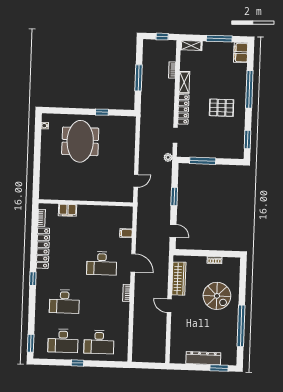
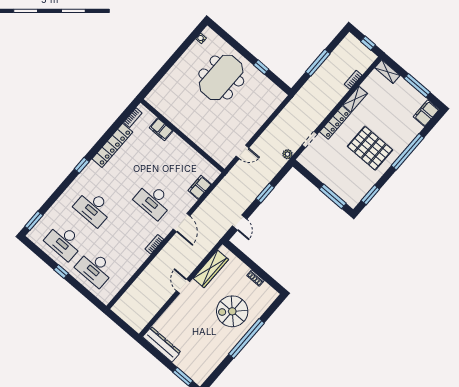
pallet: (221, 108) -> (370, 148), width x1.37, depth x1.41
window: (203, 161) -> (333, 196), moved
filing cabinet: (126, 233) -> (200, 187), width x2.00
spiral stairs: (217, 296) -> (232, 311), turned 90
window: (241, 326) -> (246, 339), moved
dresser: (203, 358) -> (162, 344), moved

